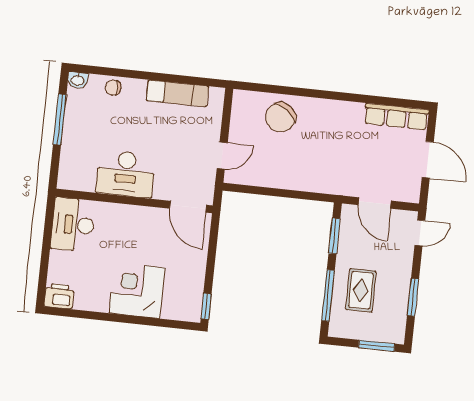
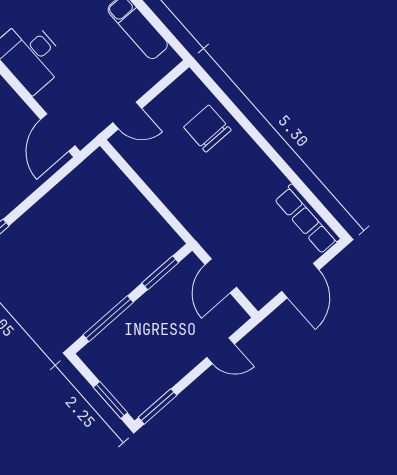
chair: (281, 117) -> (207, 129), turned 52
door: (420, 233) -> (221, 351), moved
rug: (361, 290) -> (140, 340), removed
window: (413, 297) -> (158, 406), moved

